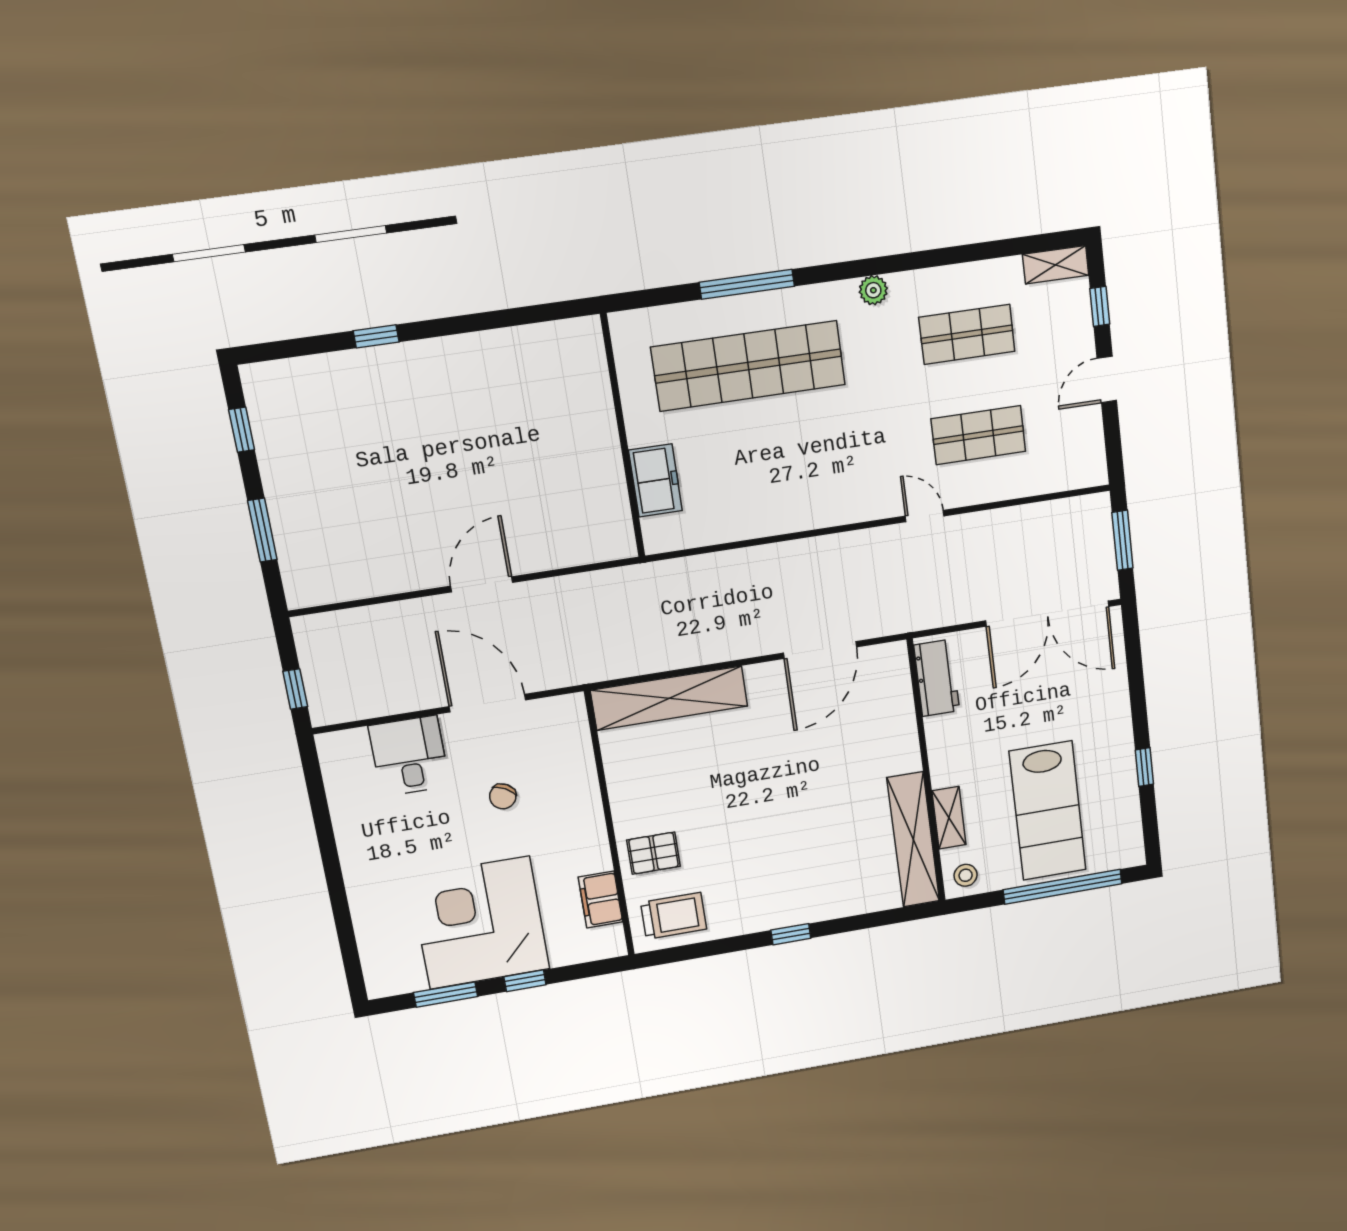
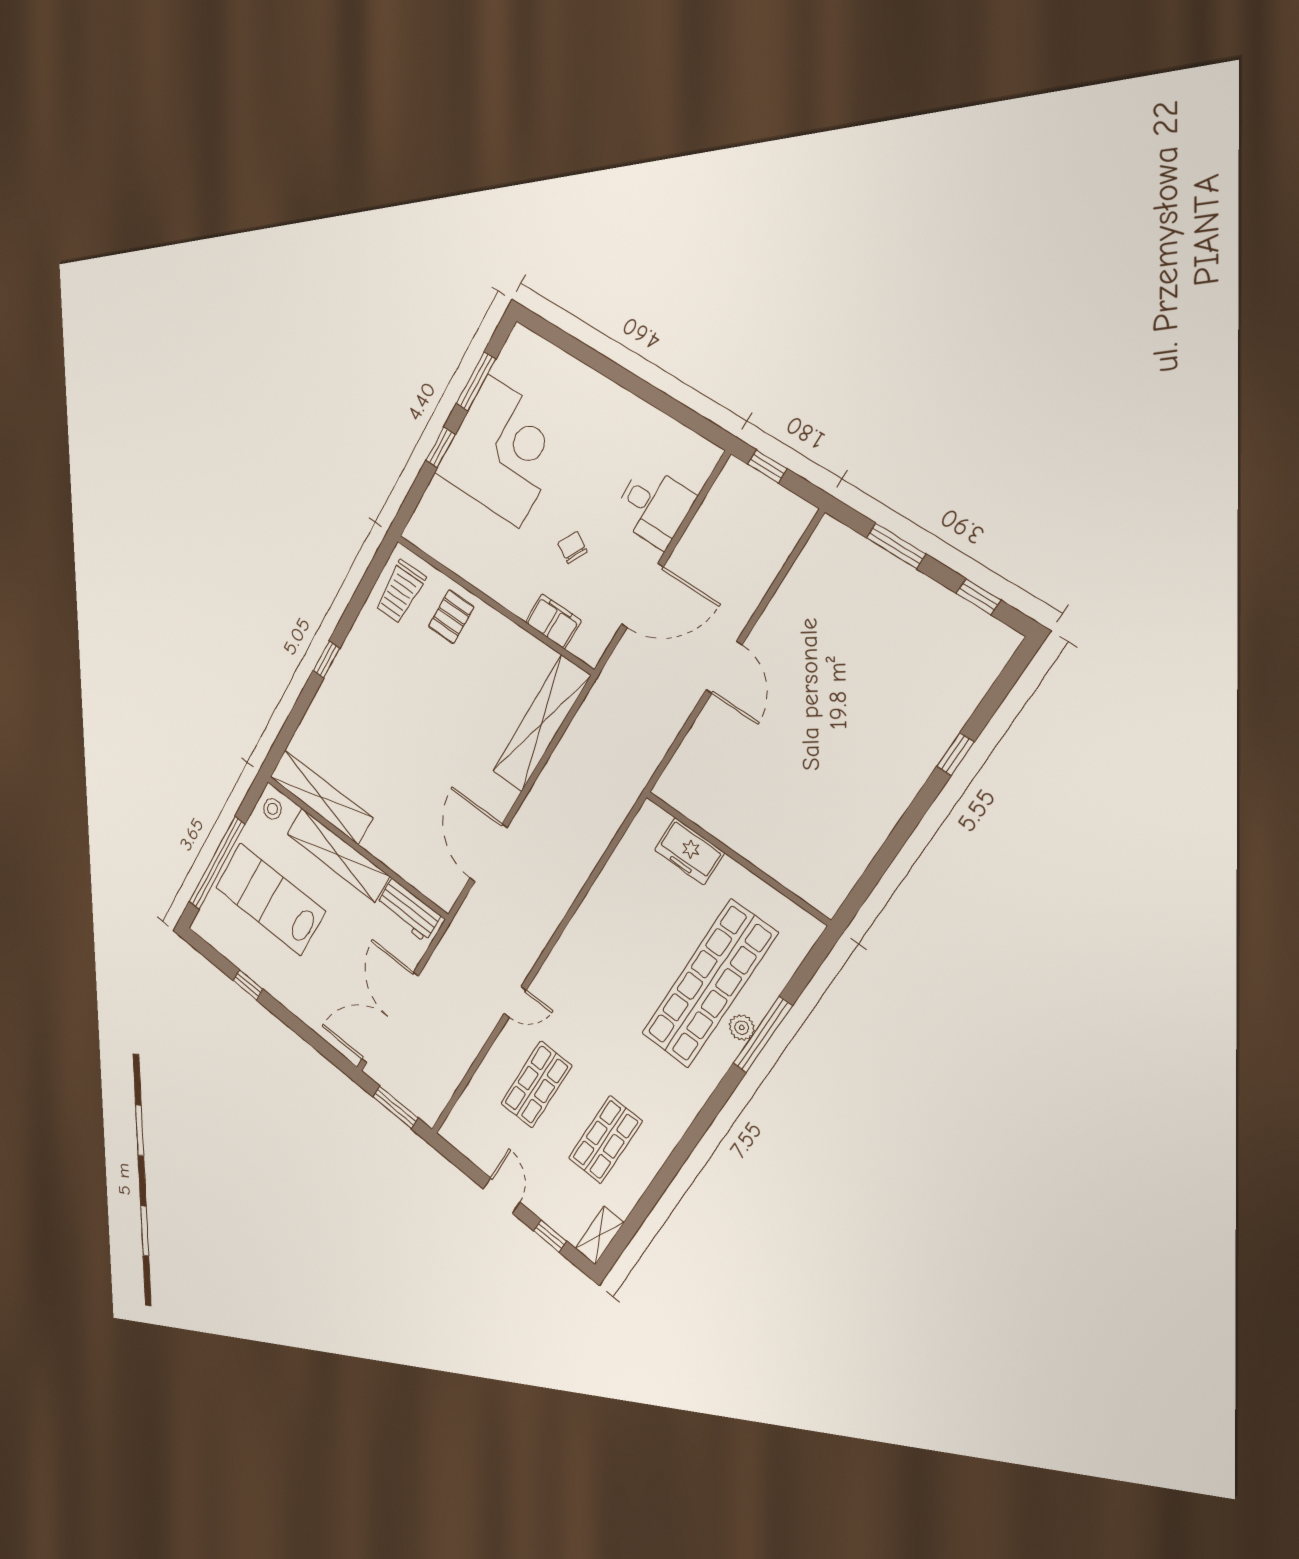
plant: (873, 290) -> (742, 1028), moved
shelving: (949, 818) -> (338, 855), width x2.20, depth x1.33
filing cabinet: (600, 900) -> (553, 621), moved

